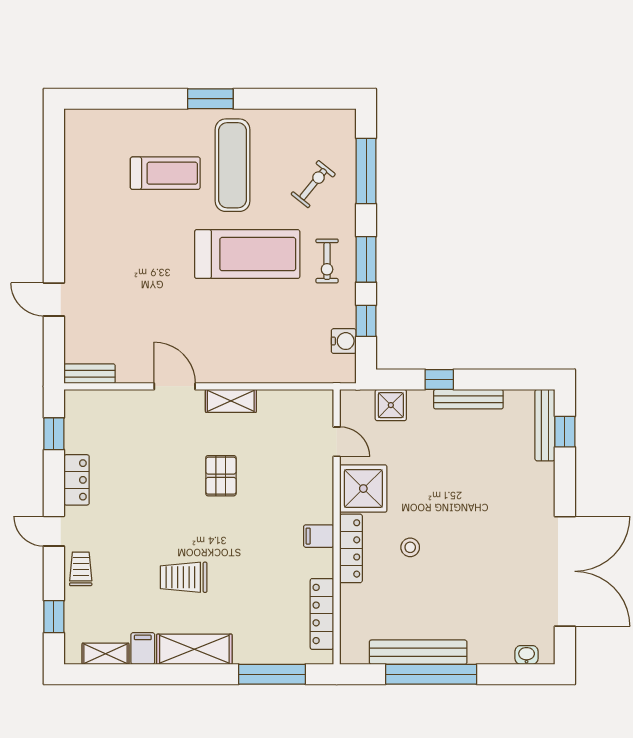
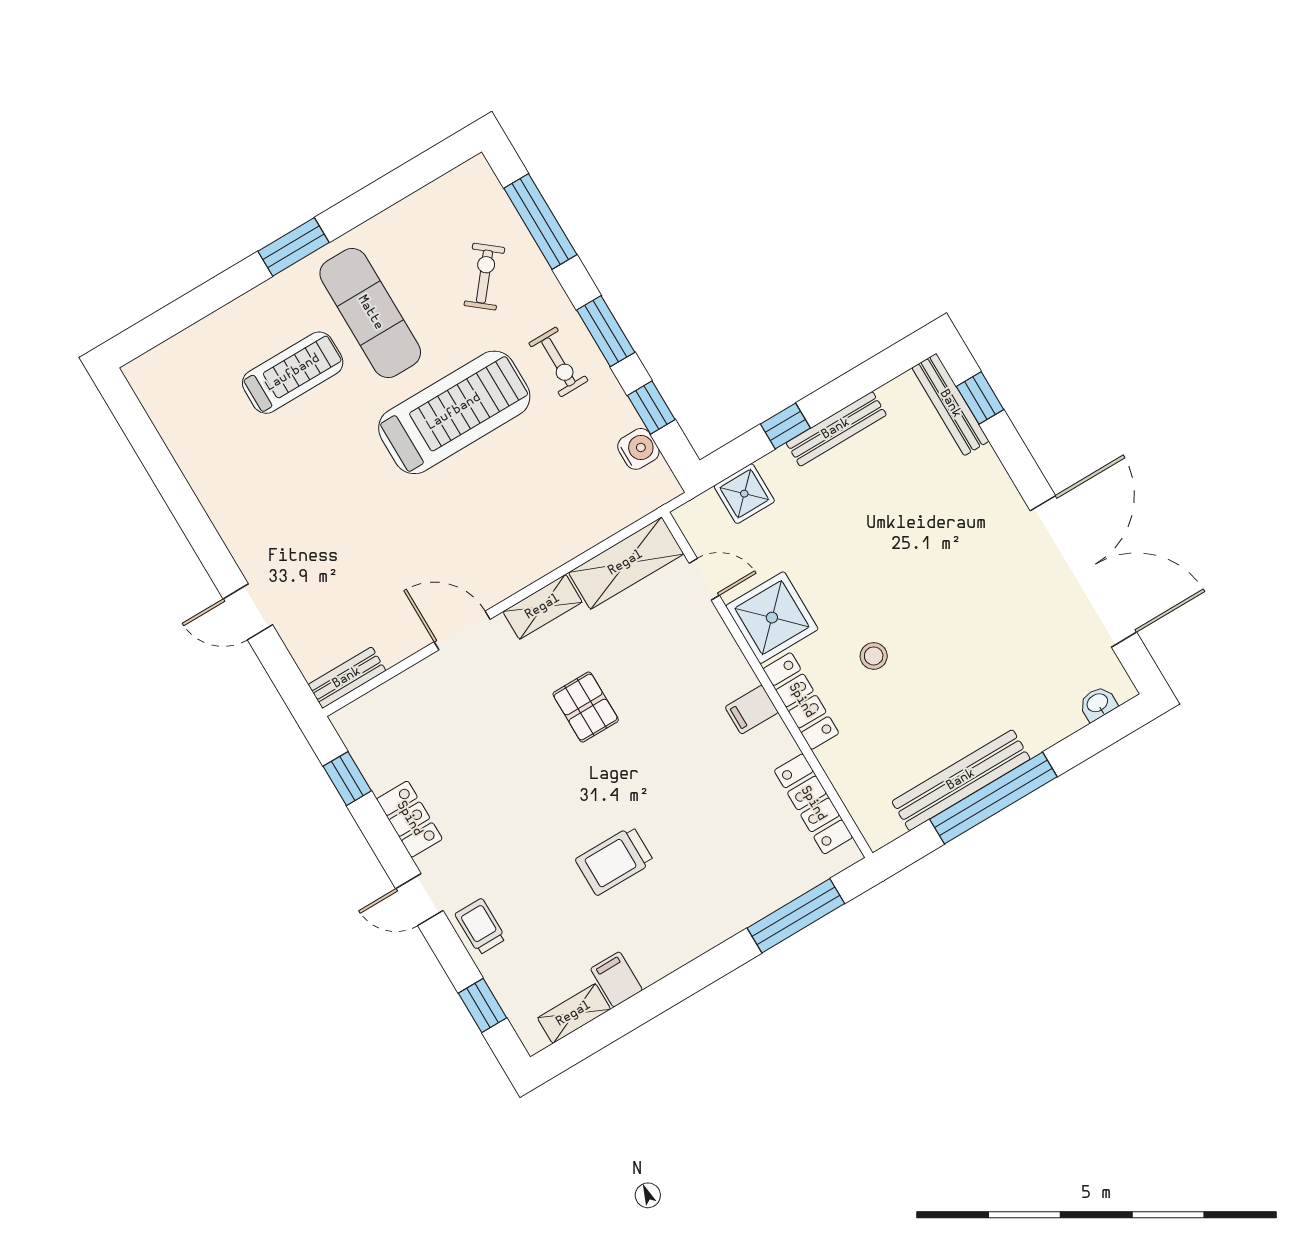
shelving: (194, 649) -> (626, 563), moved

